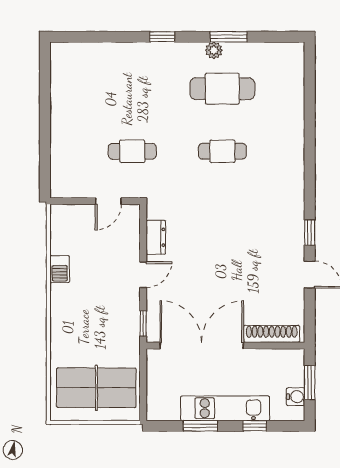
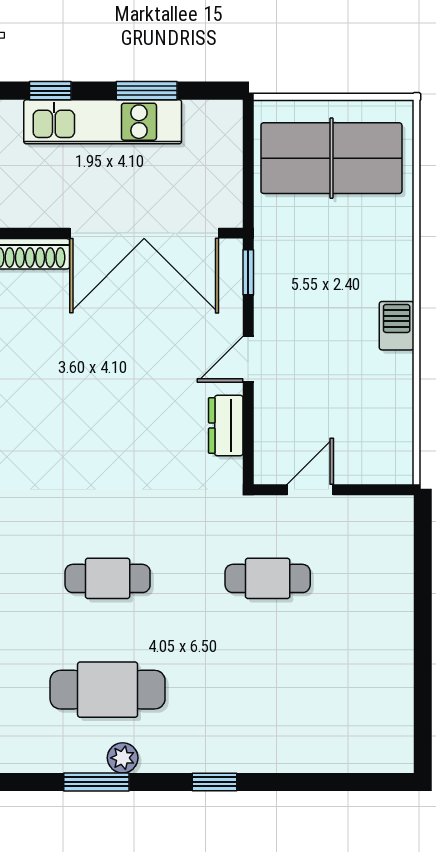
barbecue: (60, 269) -> (397, 326), moved

